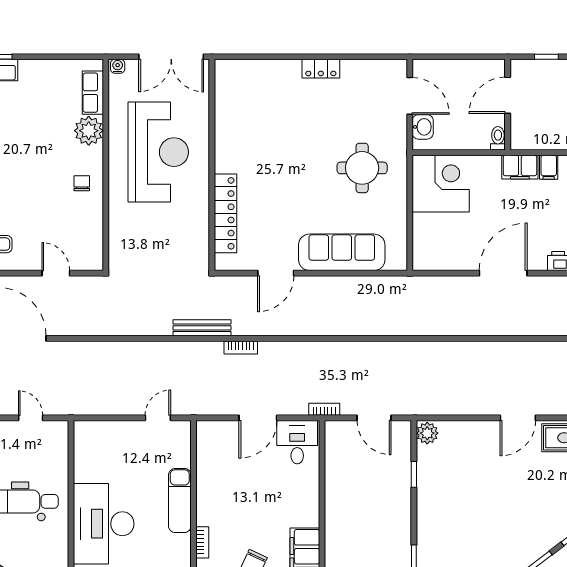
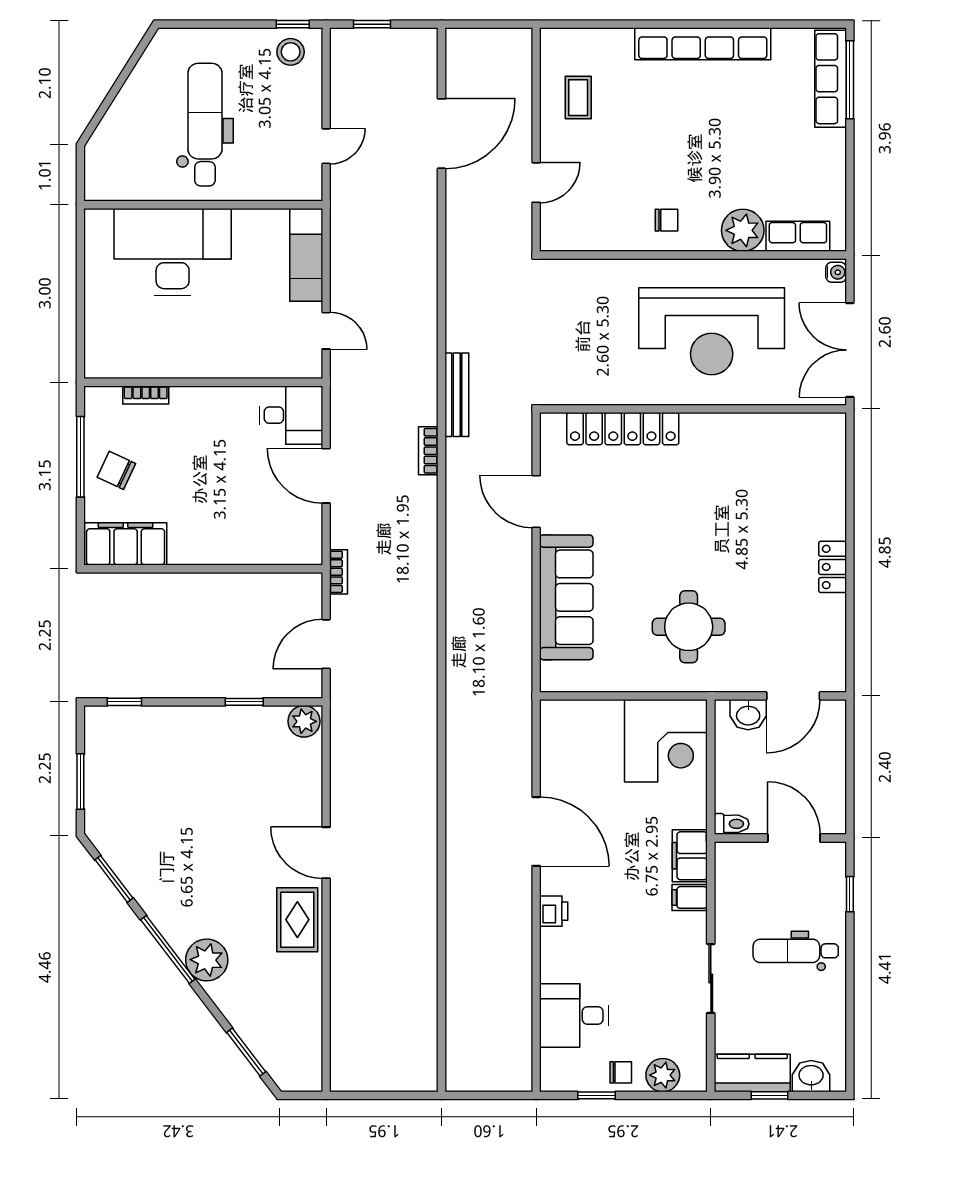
desk: (297, 442) -> (291, 415), moved
exam couch: (180, 501) -> (306, 255), moved, turned -90

